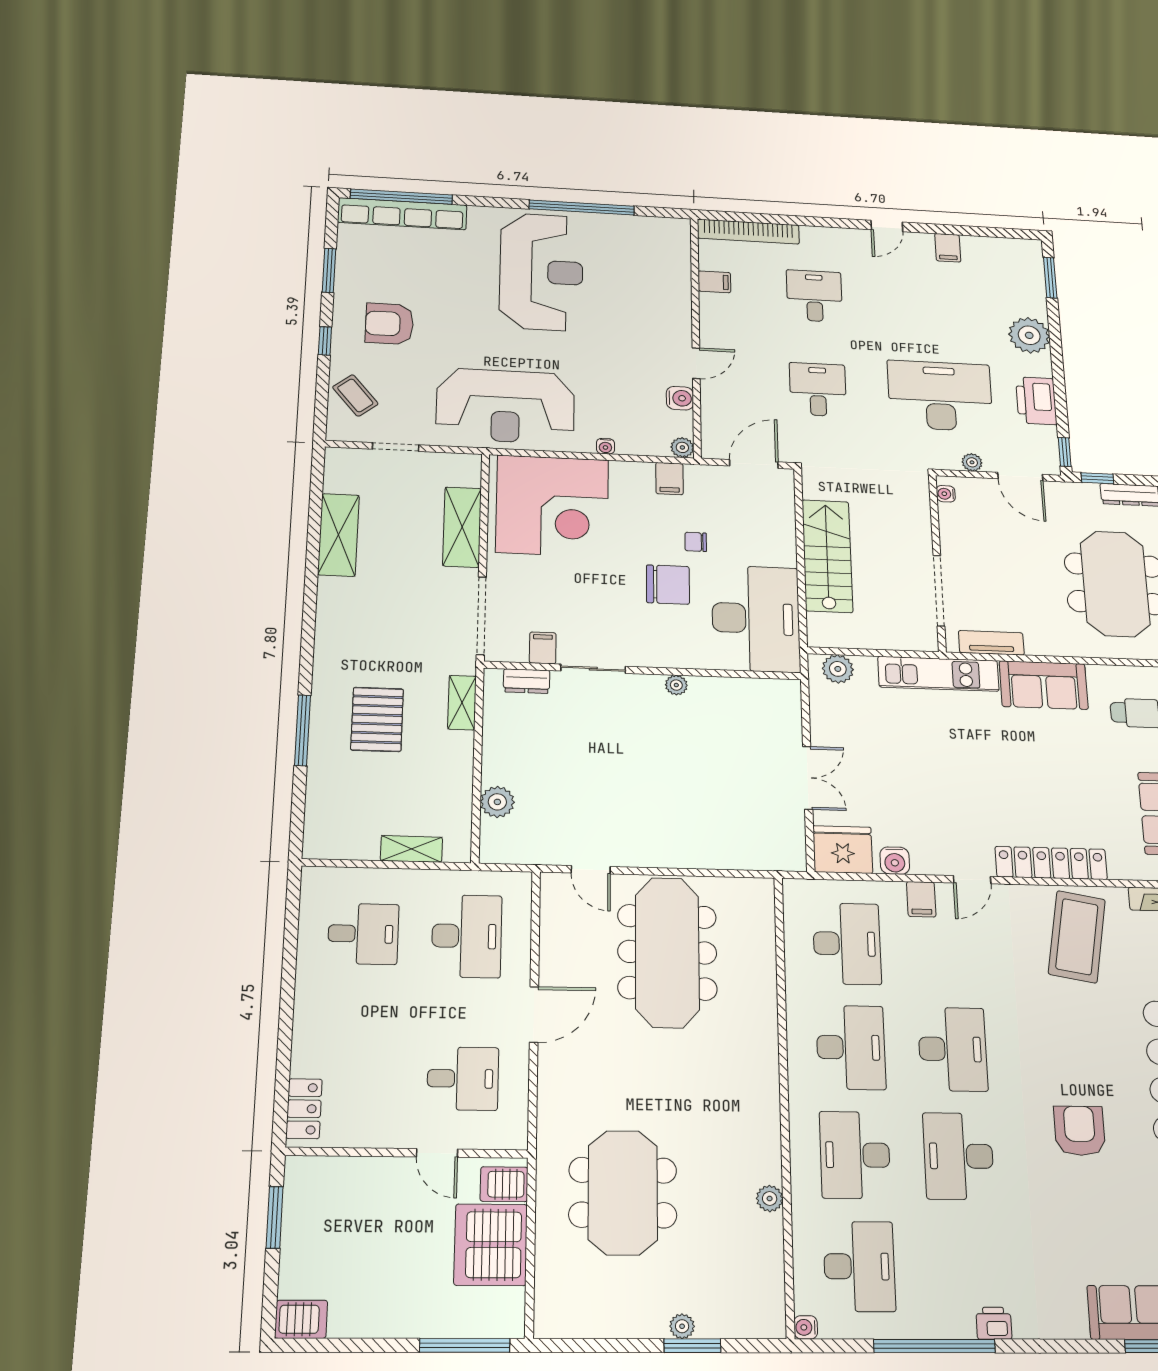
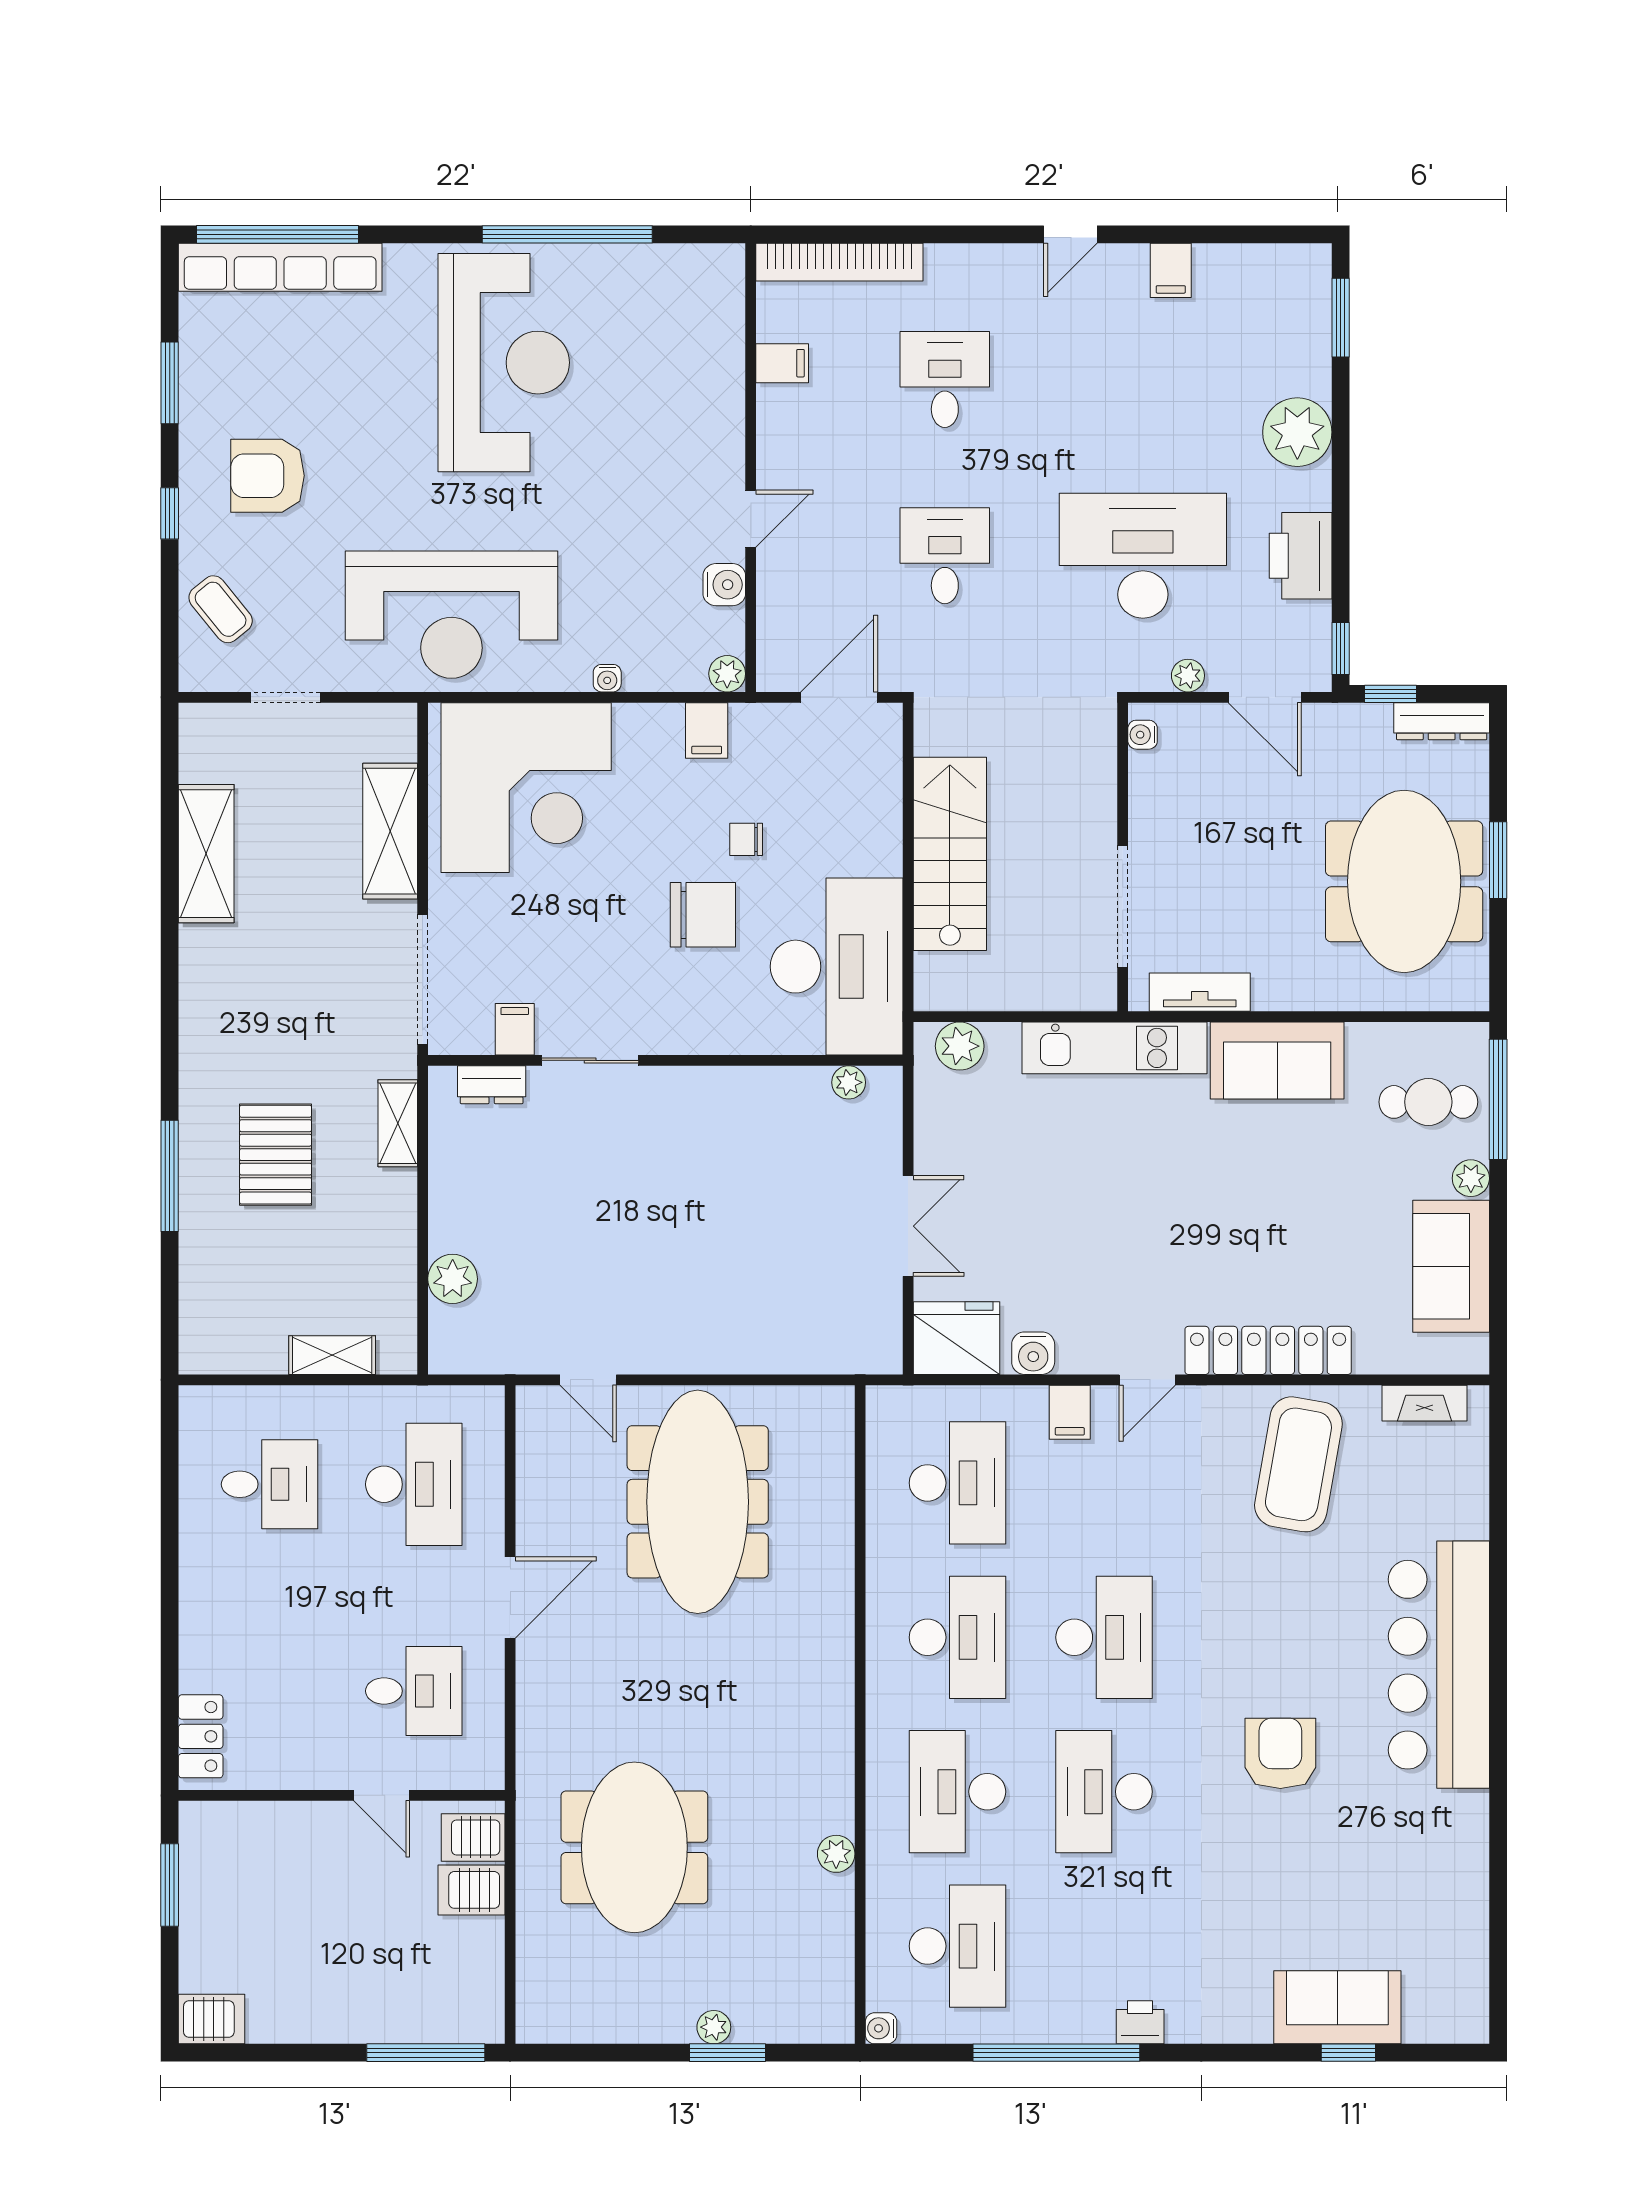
plant: (676, 685) -> (849, 1082), moved
server rack: (491, 1245) -> (472, 1890), width x0.46, depth x0.70

